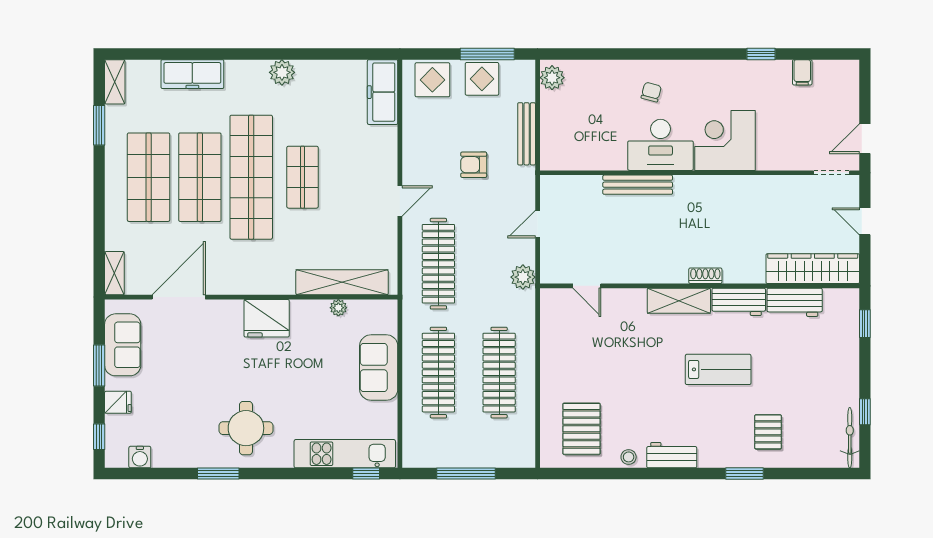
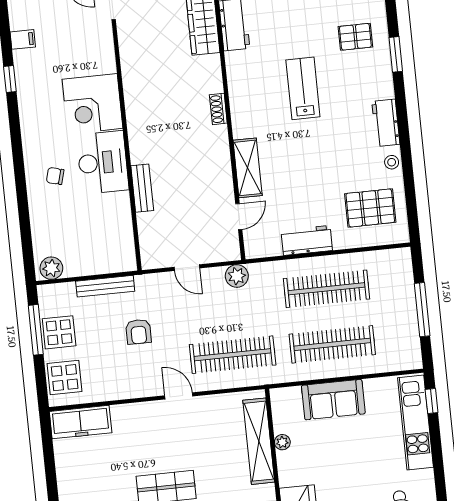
bench: (638, 185) -> (142, 188), width x0.73
shelving: (679, 301) -> (248, 168), moved
workbench: (739, 302) -> (307, 240), moved, turned -90

